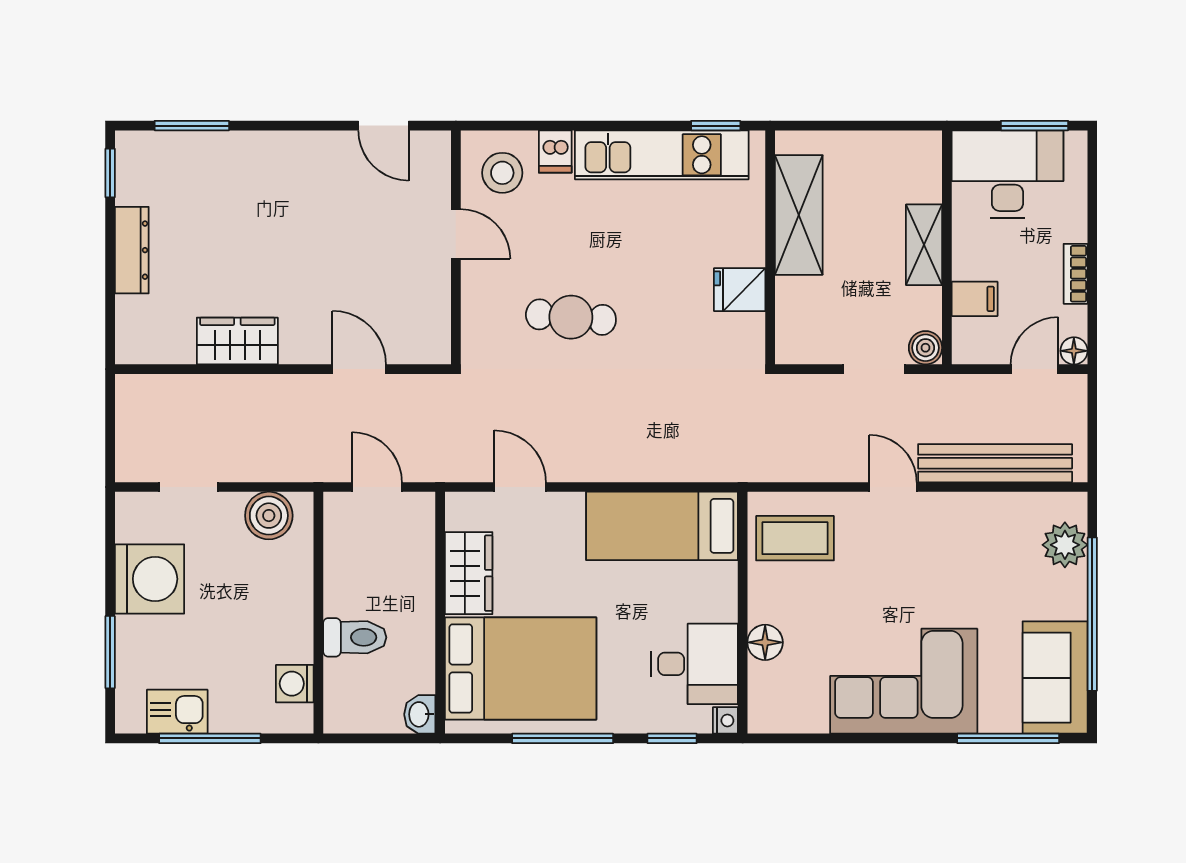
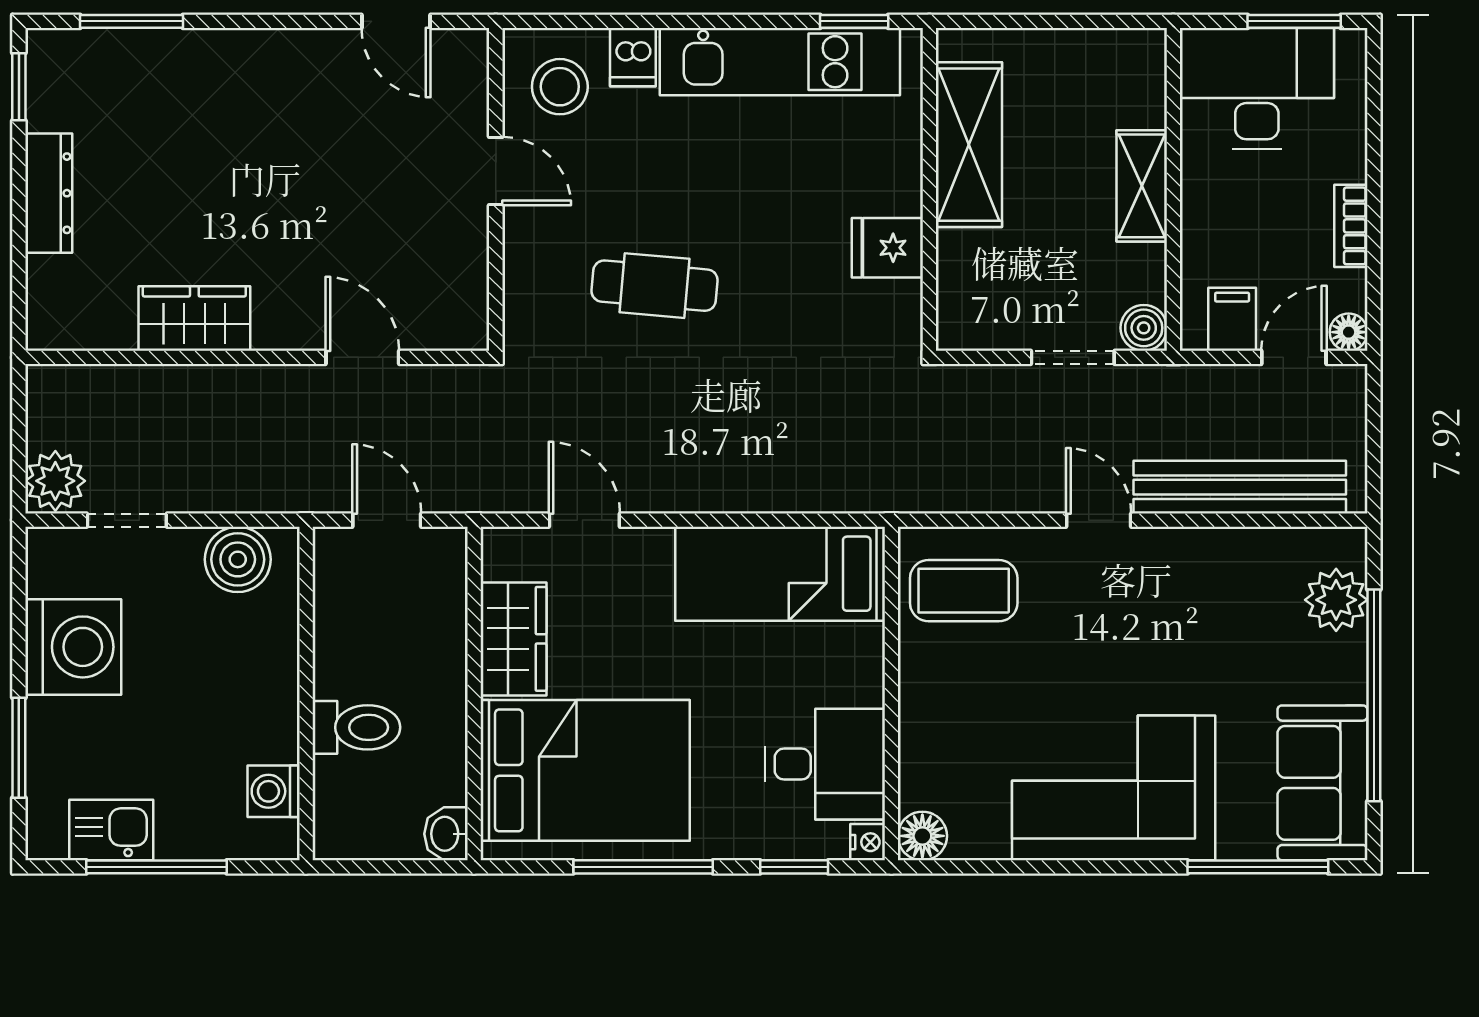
filing cabinet: (975, 299) -> (1232, 319), moved, turned -90
plant: (137, 459) -> (55, 481), added
floor lamp: (765, 642) -> (922, 836), moved

